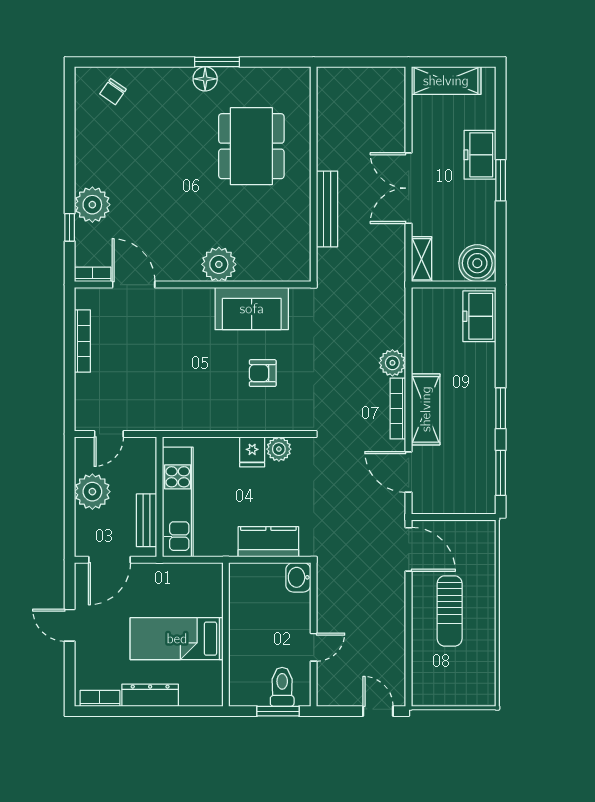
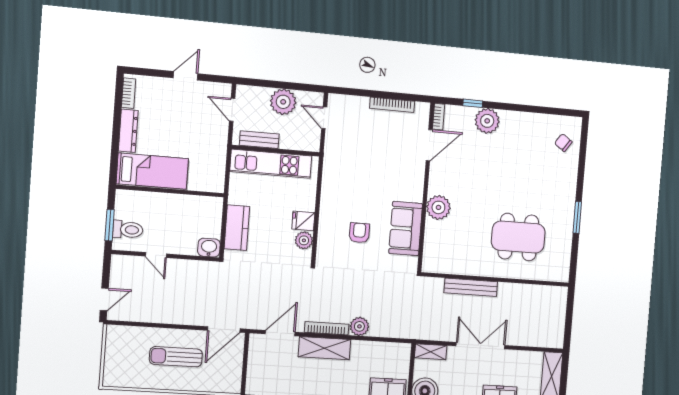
floor lamp: (205, 79) -> (567, 208), removed
door: (109, 560) -> (232, 110), width x0.73
bed: (177, 639) -> (152, 171), moved, turned 90

